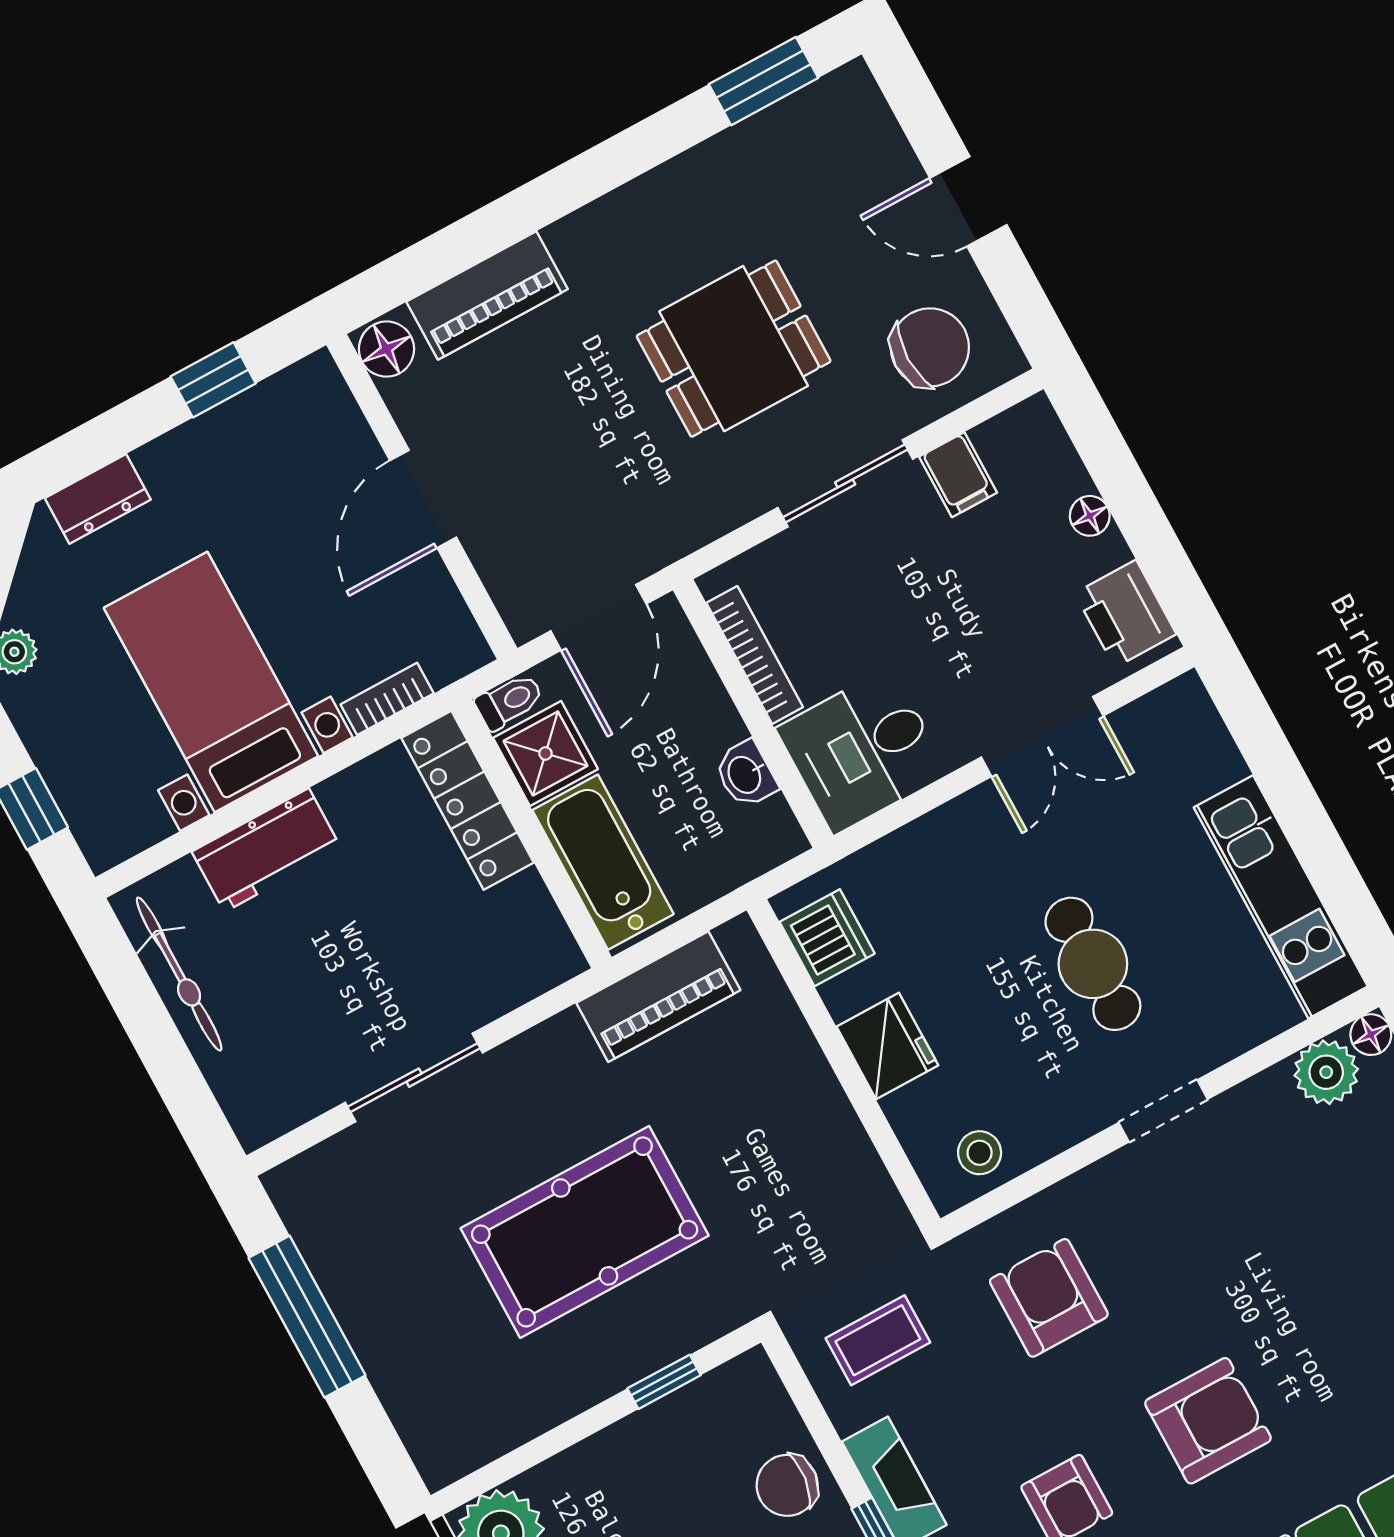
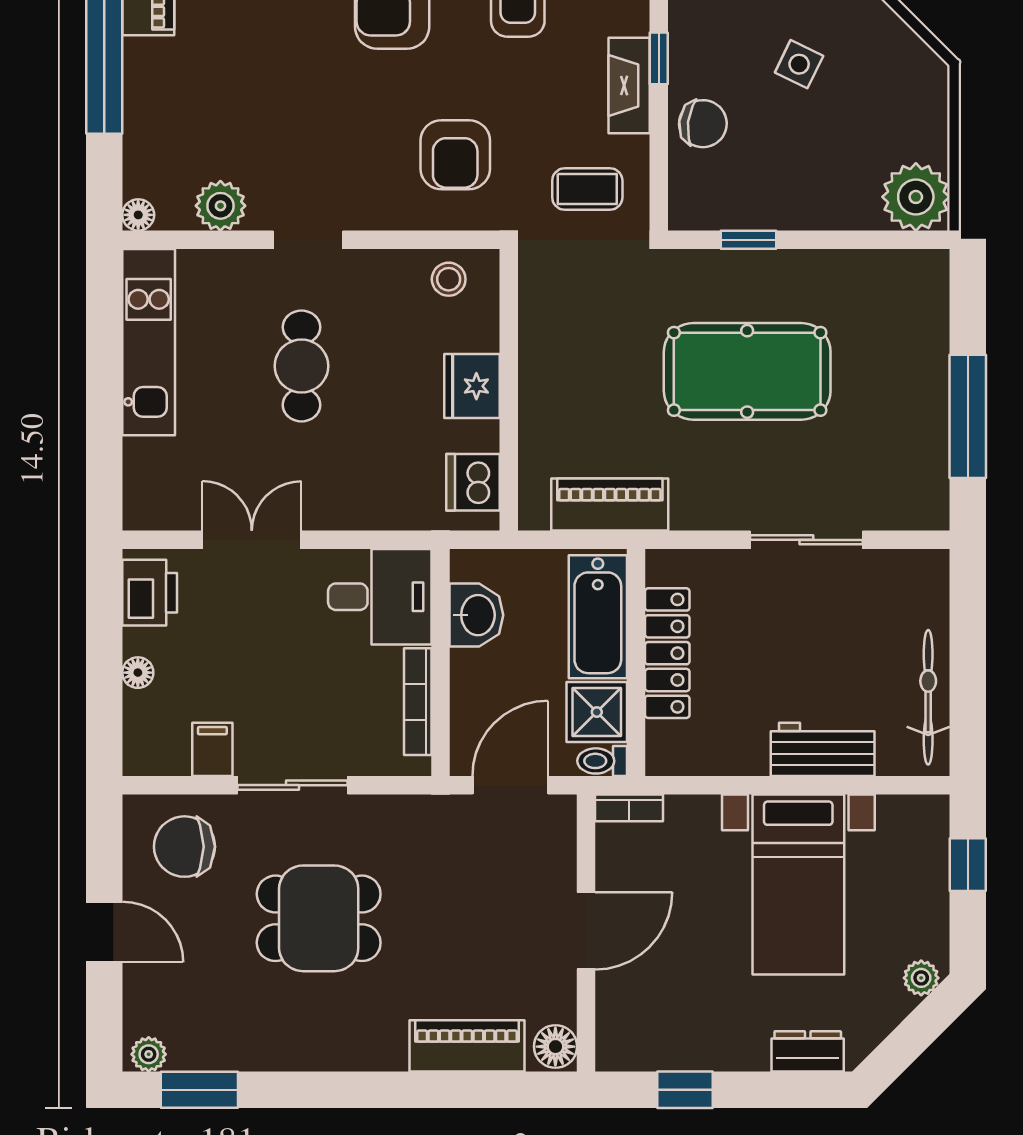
plant: (843, 90) -> (149, 1054), added
bookcase: (387, 699) -> (629, 808), moved
washbasin: (746, 774) -> (476, 615), width x1.38, depth x1.45
locker: (467, 800) -> (667, 653), moved
plant: (1326, 1072) -> (220, 206), moved

